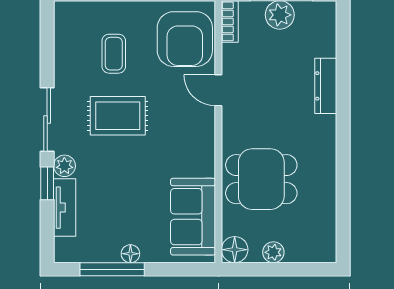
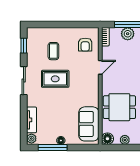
armchair: (185, 39) -> (85, 45), width x0.53, depth x0.53
door: (218, 90) -> (100, 67), swing flipped
plant: (64, 166) -> (31, 139), moved
window: (47, 183) -> (24, 46), moved

